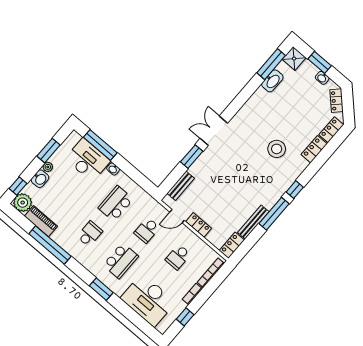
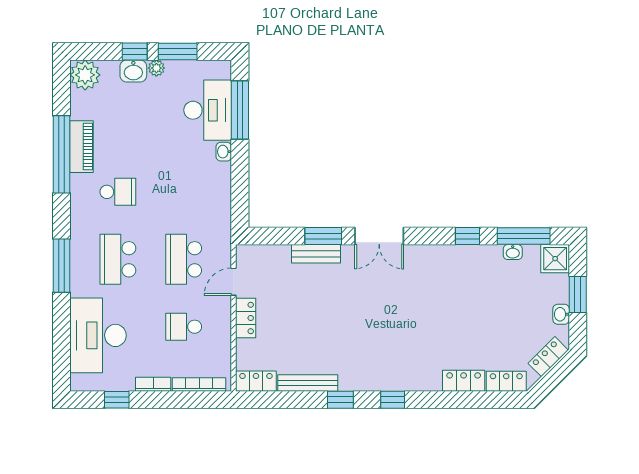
washbasin: (272, 81) -> (513, 252), width x0.52, depth x0.69
window: (249, 90) -> (467, 236), added
double door: (214, 131) -> (379, 236), swing flipped
stool: (277, 149) -> (424, 334), removed
window: (18, 186) -> (135, 51), moved
bench: (181, 186) -> (316, 254), moved
school desk: (116, 204) -> (184, 192), removed
window: (274, 214) -> (340, 400), width x0.46
door: (177, 216) -> (234, 282), hinge flipped
piano: (41, 221) -> (82, 147), moved
school desk: (147, 230) -> (184, 259), width x1.85
school desk: (121, 261) -> (118, 259), turned 90
window: (101, 289) -> (62, 266), width x1.44

